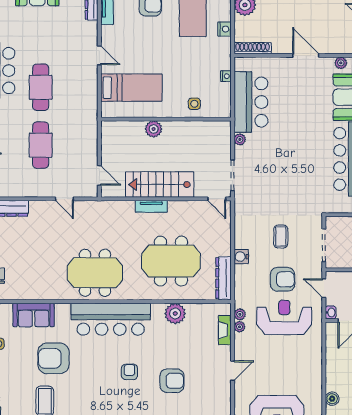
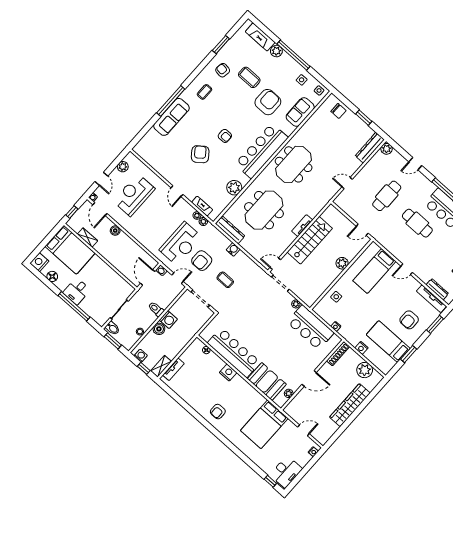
cafe table: (41, 145) -> (387, 196), turned 90
door: (99, 175) -> (362, 230), moved
armchair: (172, 381) -> (200, 154), turned 142

